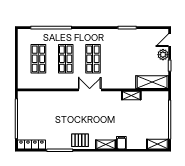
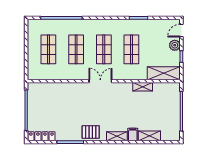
shop shelf: (120, 59) -> (131, 49), added
shelving: (157, 144) -> (149, 136), moved

